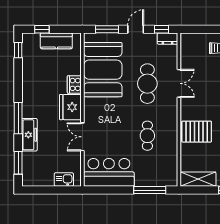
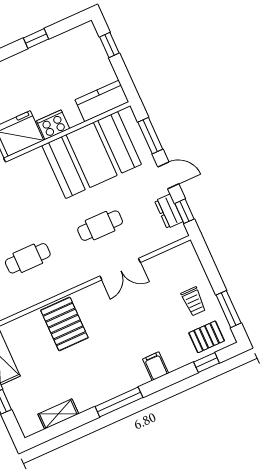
dresser: (167, 39) -> (169, 211), moved
kitchen counter: (56, 41) -> (102, 101), moved, turned 90
window: (18, 50) -> (36, 38), moved
cafe table: (147, 84) -> (100, 226), width x0.73, depth x0.74

